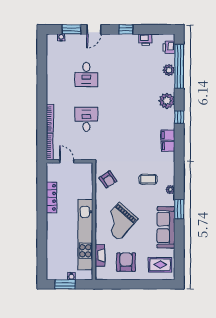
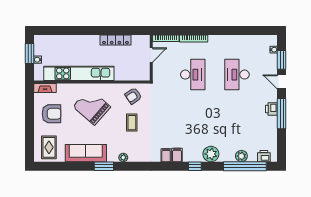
window: (126, 29) -> (282, 114), width x2.17
printer: (145, 40) -> (271, 109), moved
desk: (86, 74) -> (237, 75), width x1.37
desk: (86, 119) -> (193, 75), width x1.37
coffee table: (148, 179) -> (132, 123), moved
fireplace: (100, 255) -> (45, 88), moved

